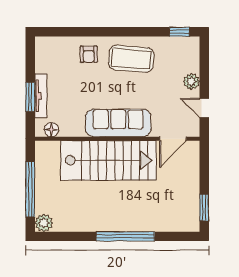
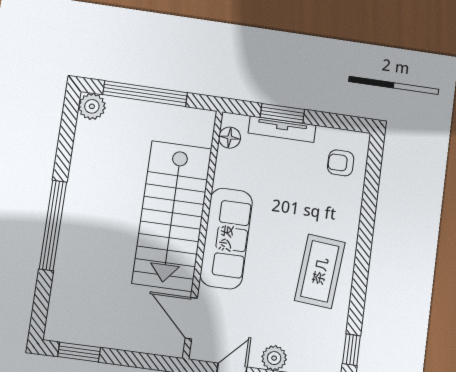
armchair: (89, 54) -> (341, 163), moved

